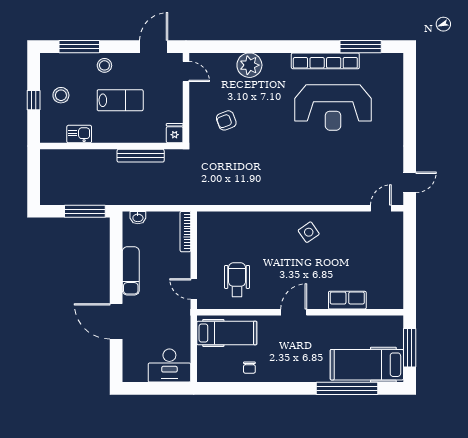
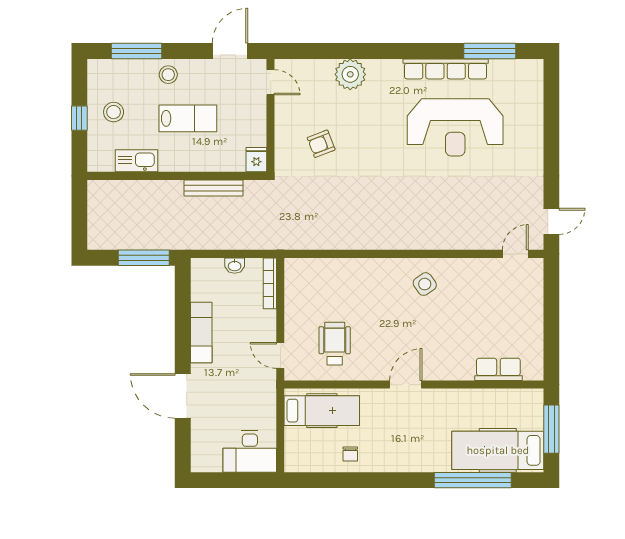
kitchen sink: (79, 134) -> (136, 161), width x1.38
washbasin: (138, 218) -> (235, 266), moved
row of seats: (347, 300) -> (498, 369), moved

